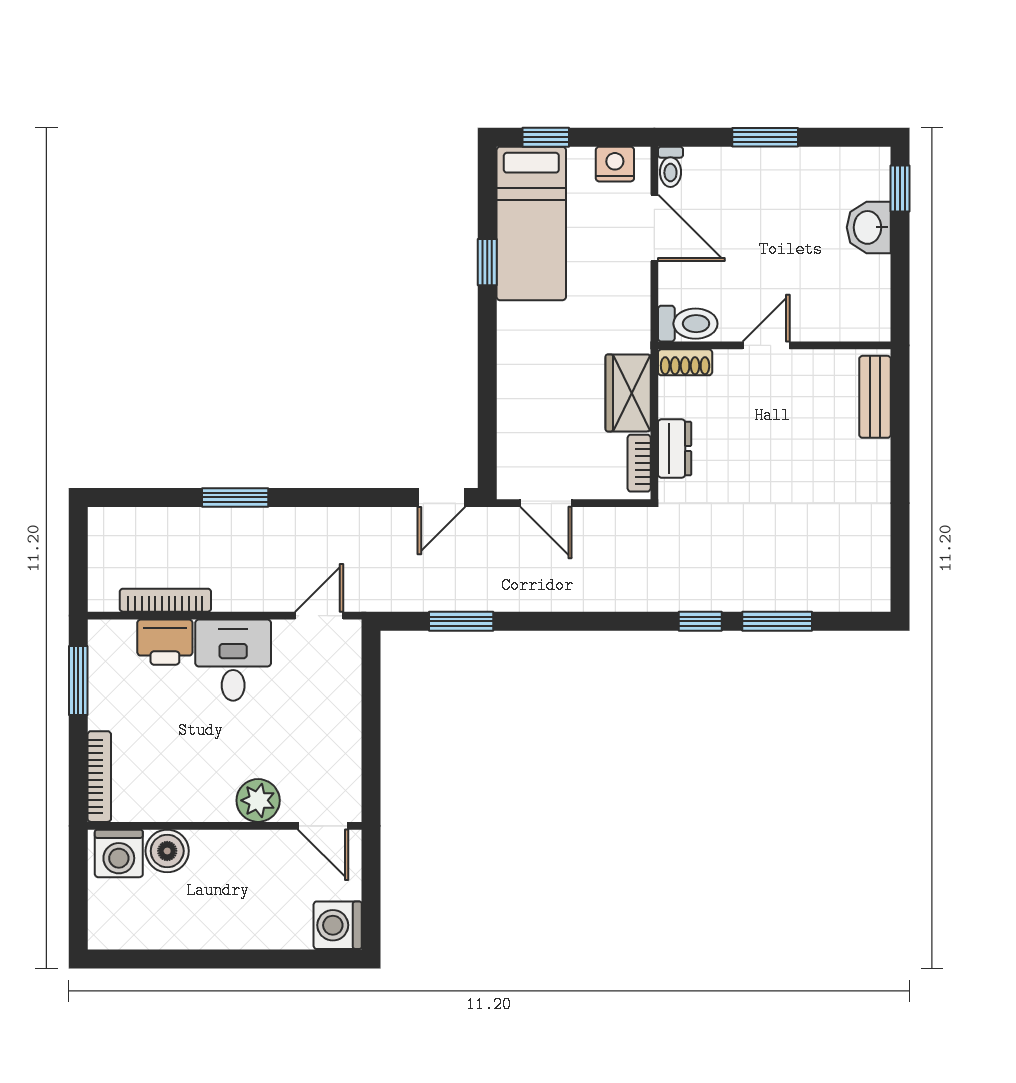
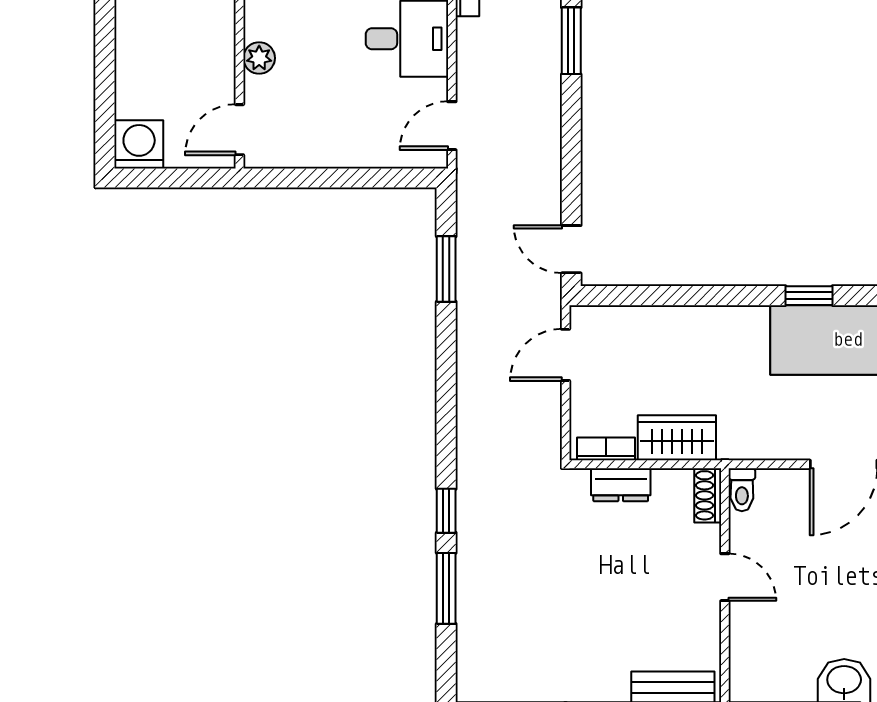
toilet: (688, 324) -> (742, 490), width x0.73, depth x0.72
door: (319, 616) -> (452, 126), swing flipped
plant: (258, 800) -> (259, 58), width x0.73, depth x0.73

